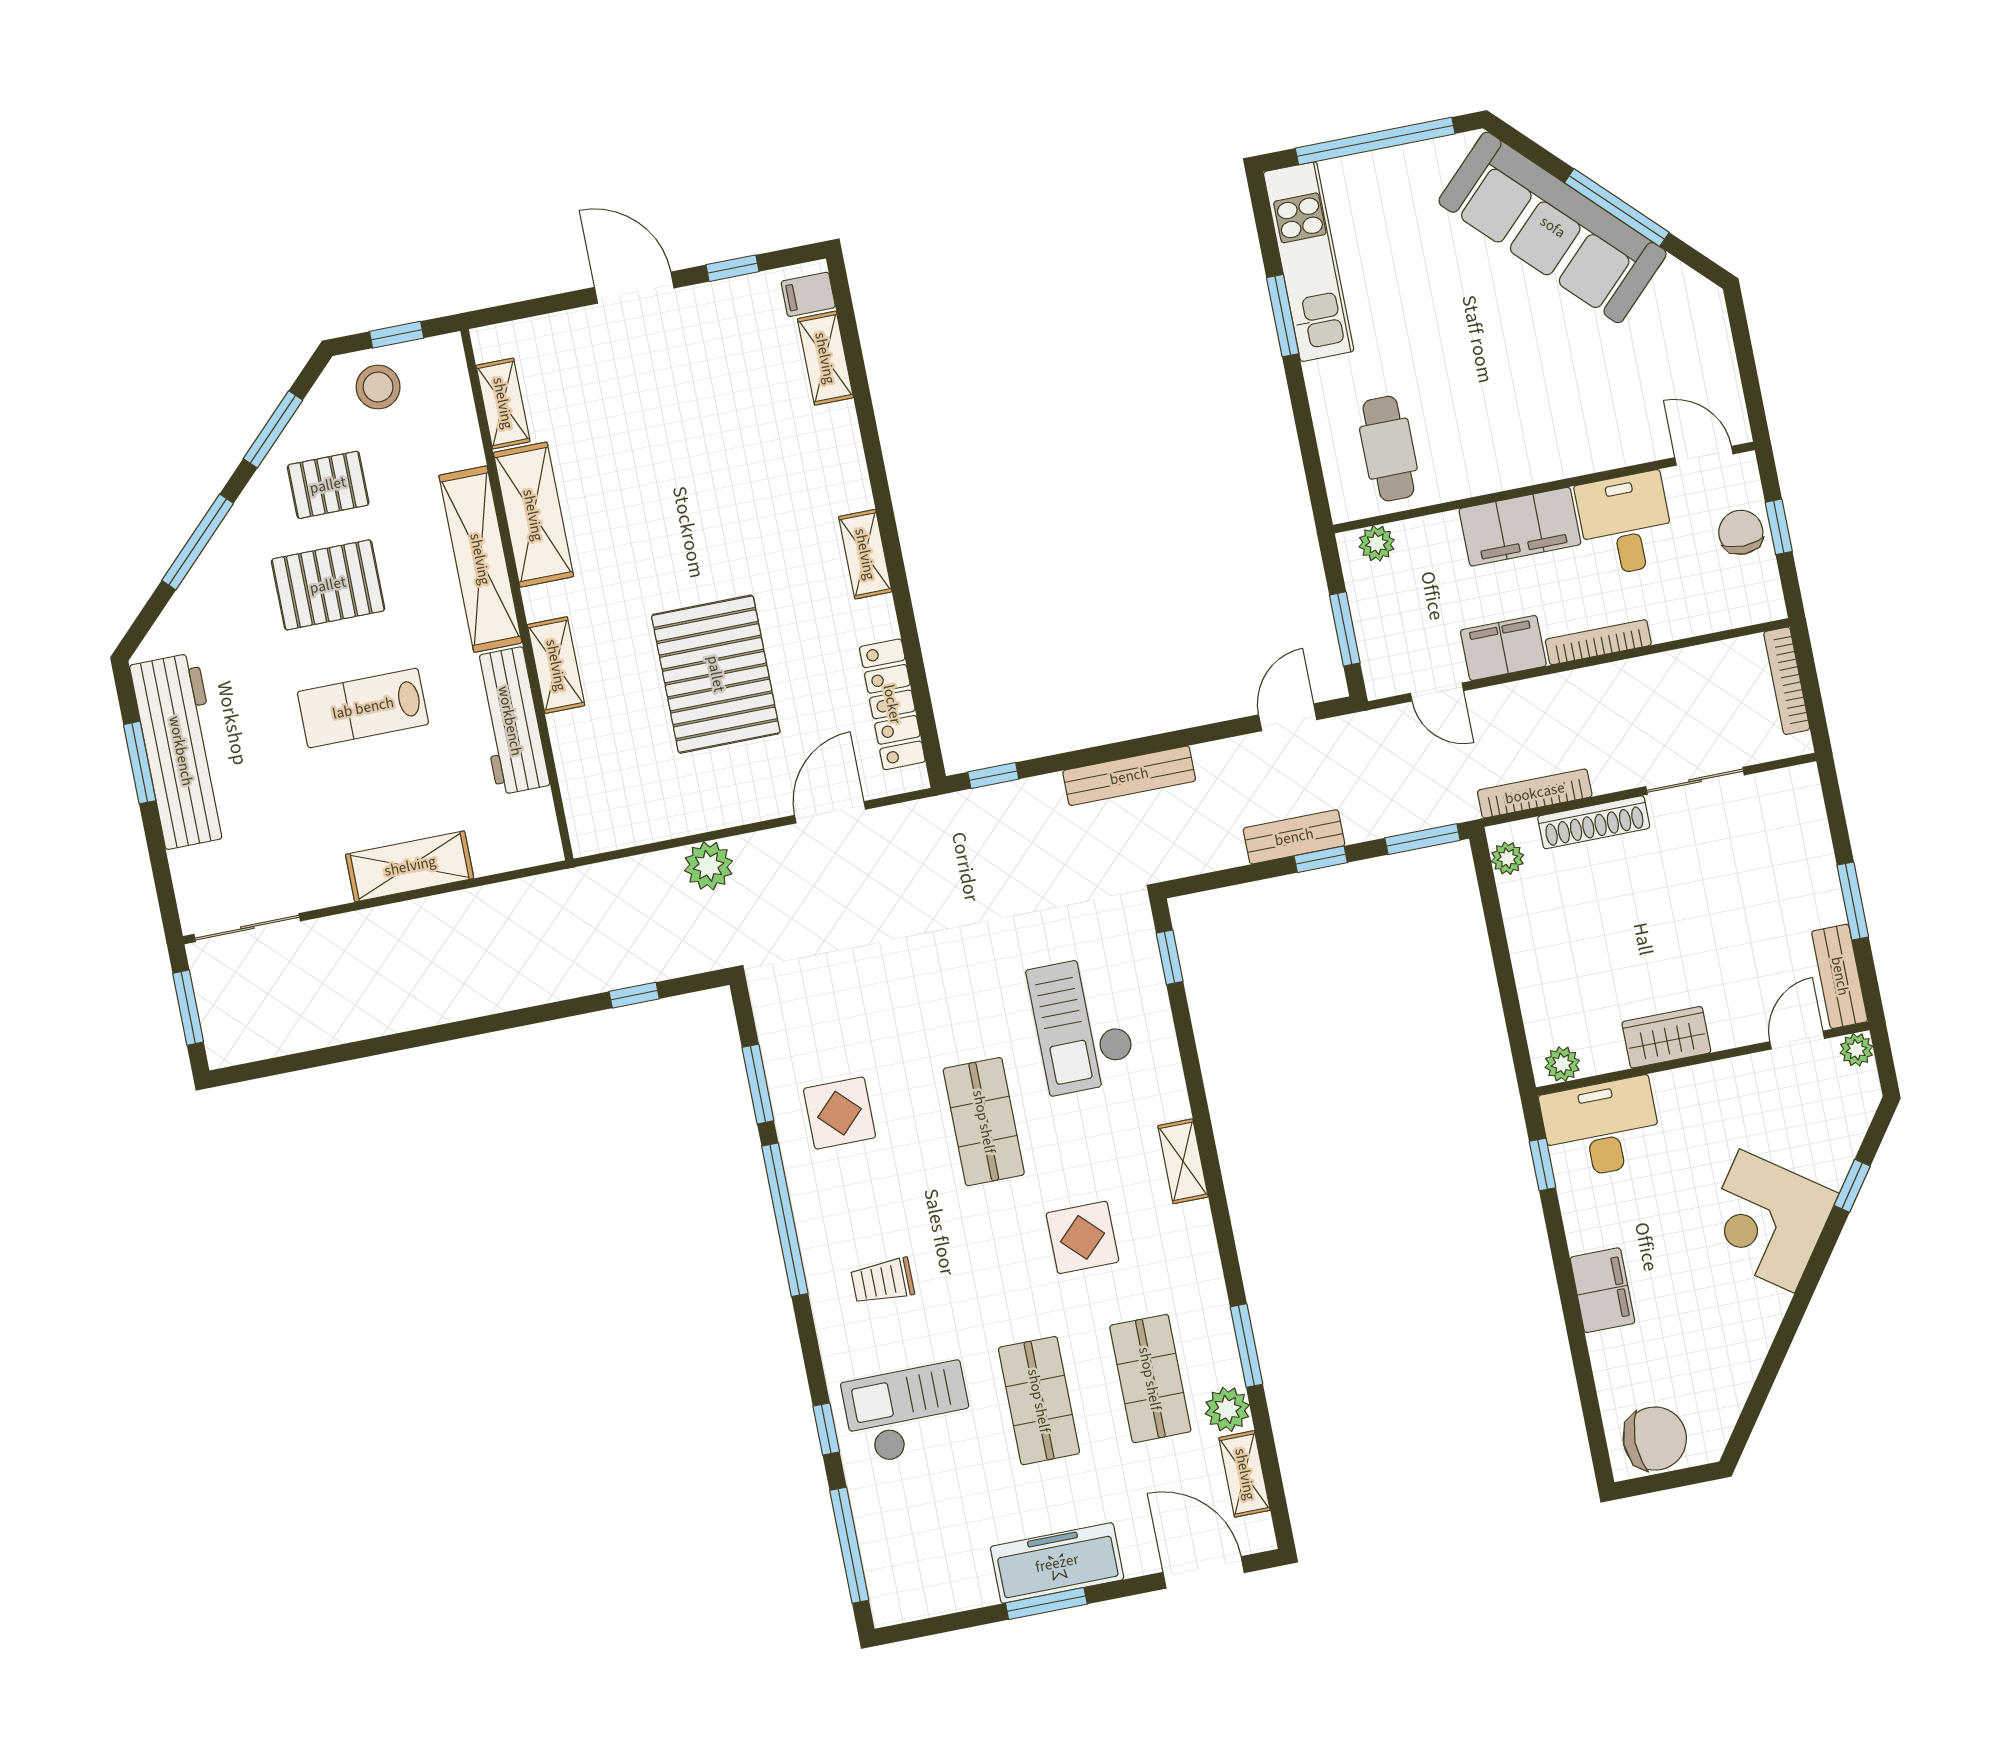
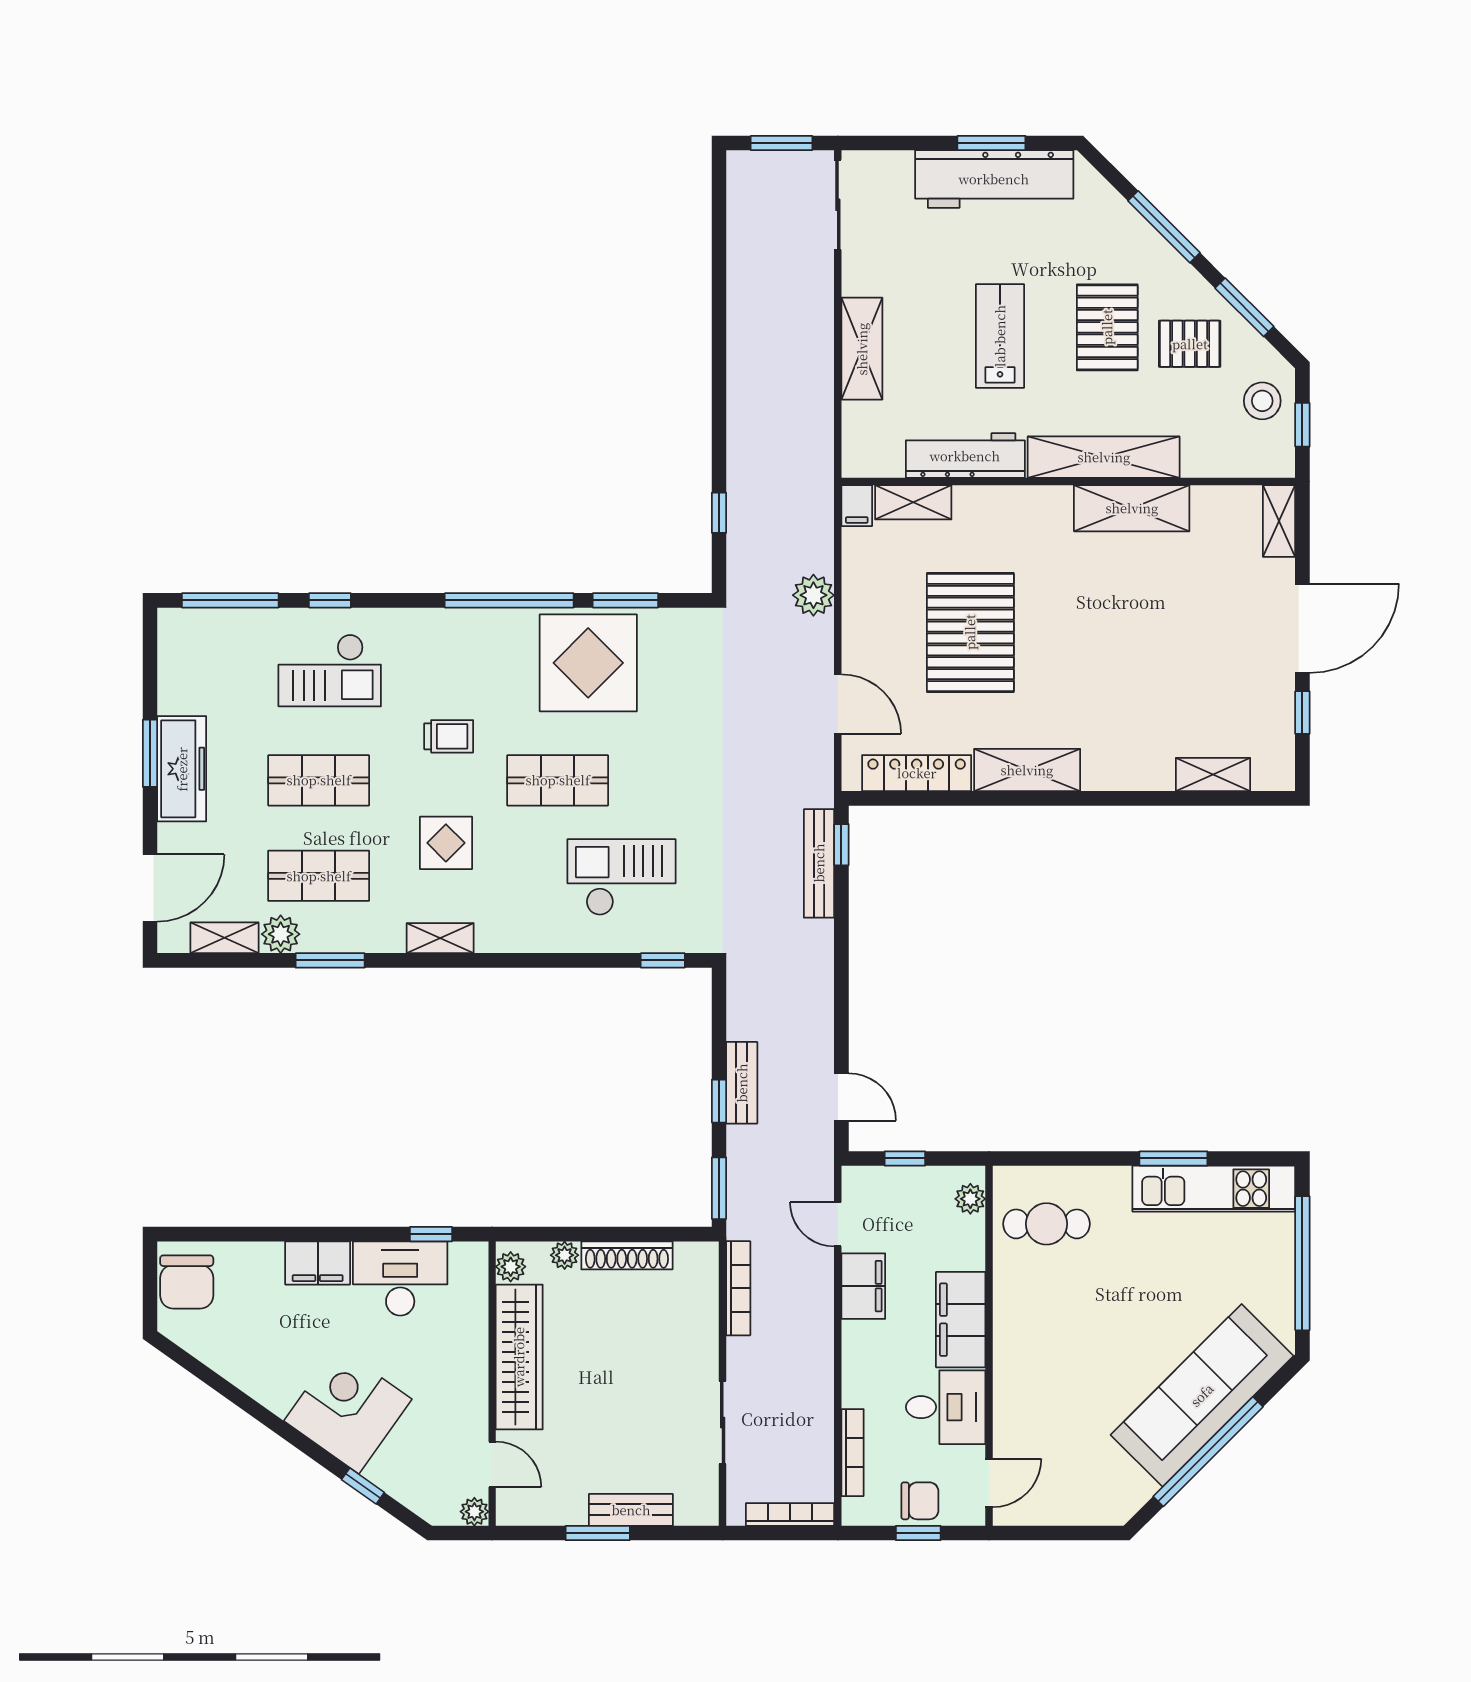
window: (1617, 207) -> (1208, 1452), width x1.46
door: (634, 288) -> (1302, 628), width x1.36
filing cabinet: (808, 294) -> (857, 506), moved, turned 180
shelving: (503, 403) -> (1279, 521), moved, turned 90
pallet: (328, 485) -> (1190, 344), turned 90
shelving: (865, 554) -> (1027, 770), width x1.50, depth x1.33
window: (1345, 629) -> (905, 1158), width x0.67
bookcase: (1598, 642) -> (853, 1453), moved
shelving: (556, 665) -> (913, 502), moved
pallet: (716, 674) -> (970, 632), turned 90
door: (1437, 692) -> (838, 1224), hinge flipped
bench: (1129, 776) -> (819, 863), moved
shoe rack: (1594, 822) -> (627, 1255), moved, turned -90
plant: (1507, 858) -> (565, 1255), moved
bench: (1840, 976) -> (631, 1510), moved
wardrobe: (1666, 1037) -> (519, 1357), width x2.10, depth x1.17
display table: (840, 1113) -> (588, 663), width x1.86, depth x1.86
desk: (1601, 1128) -> (400, 1278), moved, turned -90
shelving: (1183, 1161) -> (440, 938), moved
trolley: (883, 1281) -> (449, 736), moved, turned 90
checkout: (908, 1413) -> (330, 670), turned 90

